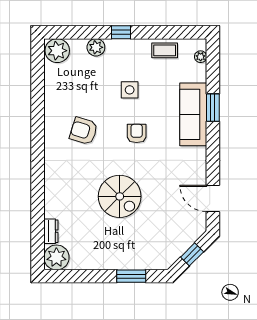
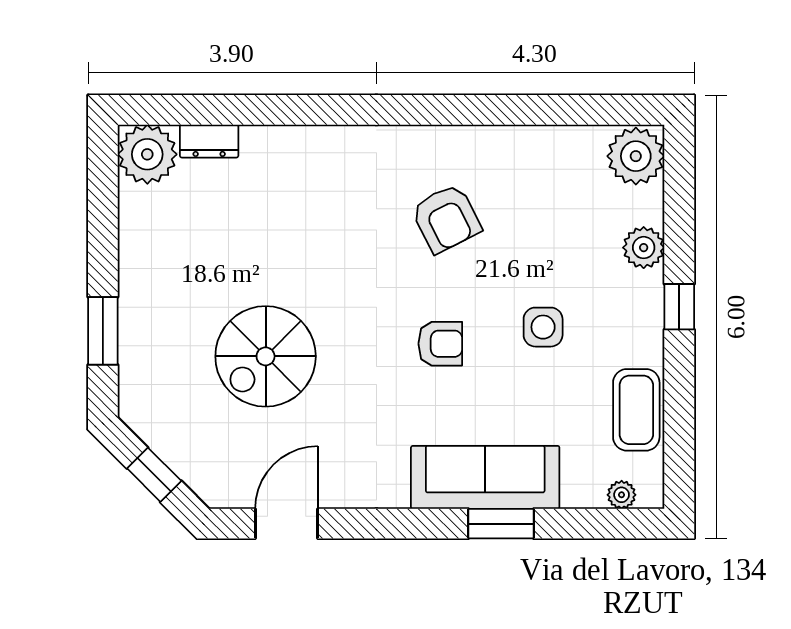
coffee table: (165, 50) -> (636, 410), width x1.36, depth x1.30
armchair: (84, 131) -> (446, 218), turned 136
spiral stairs: (120, 196) -> (266, 356), moved

